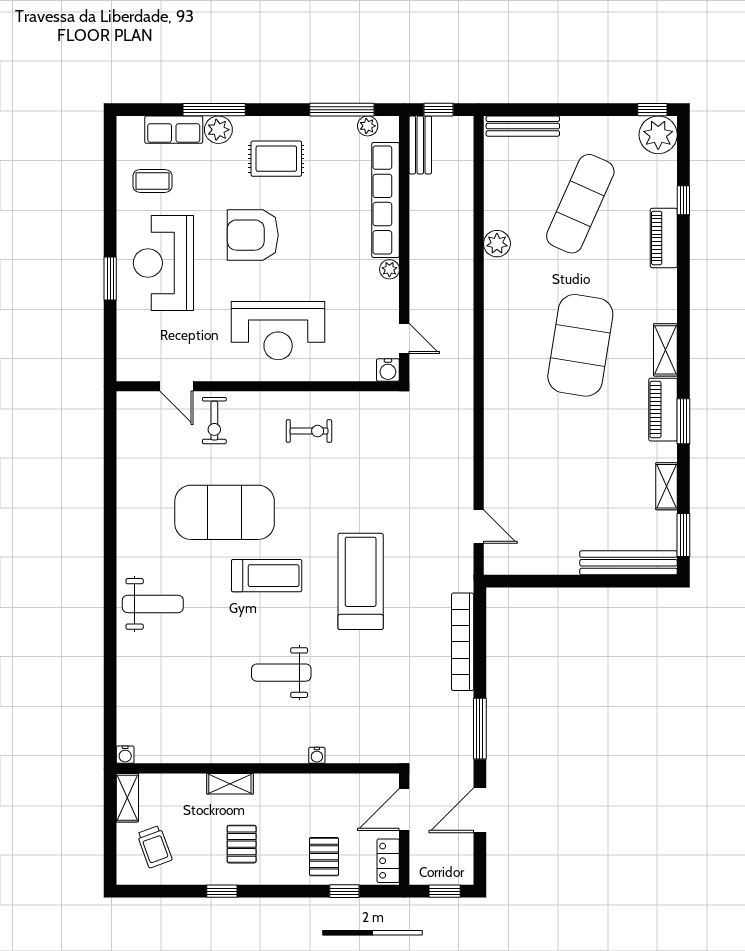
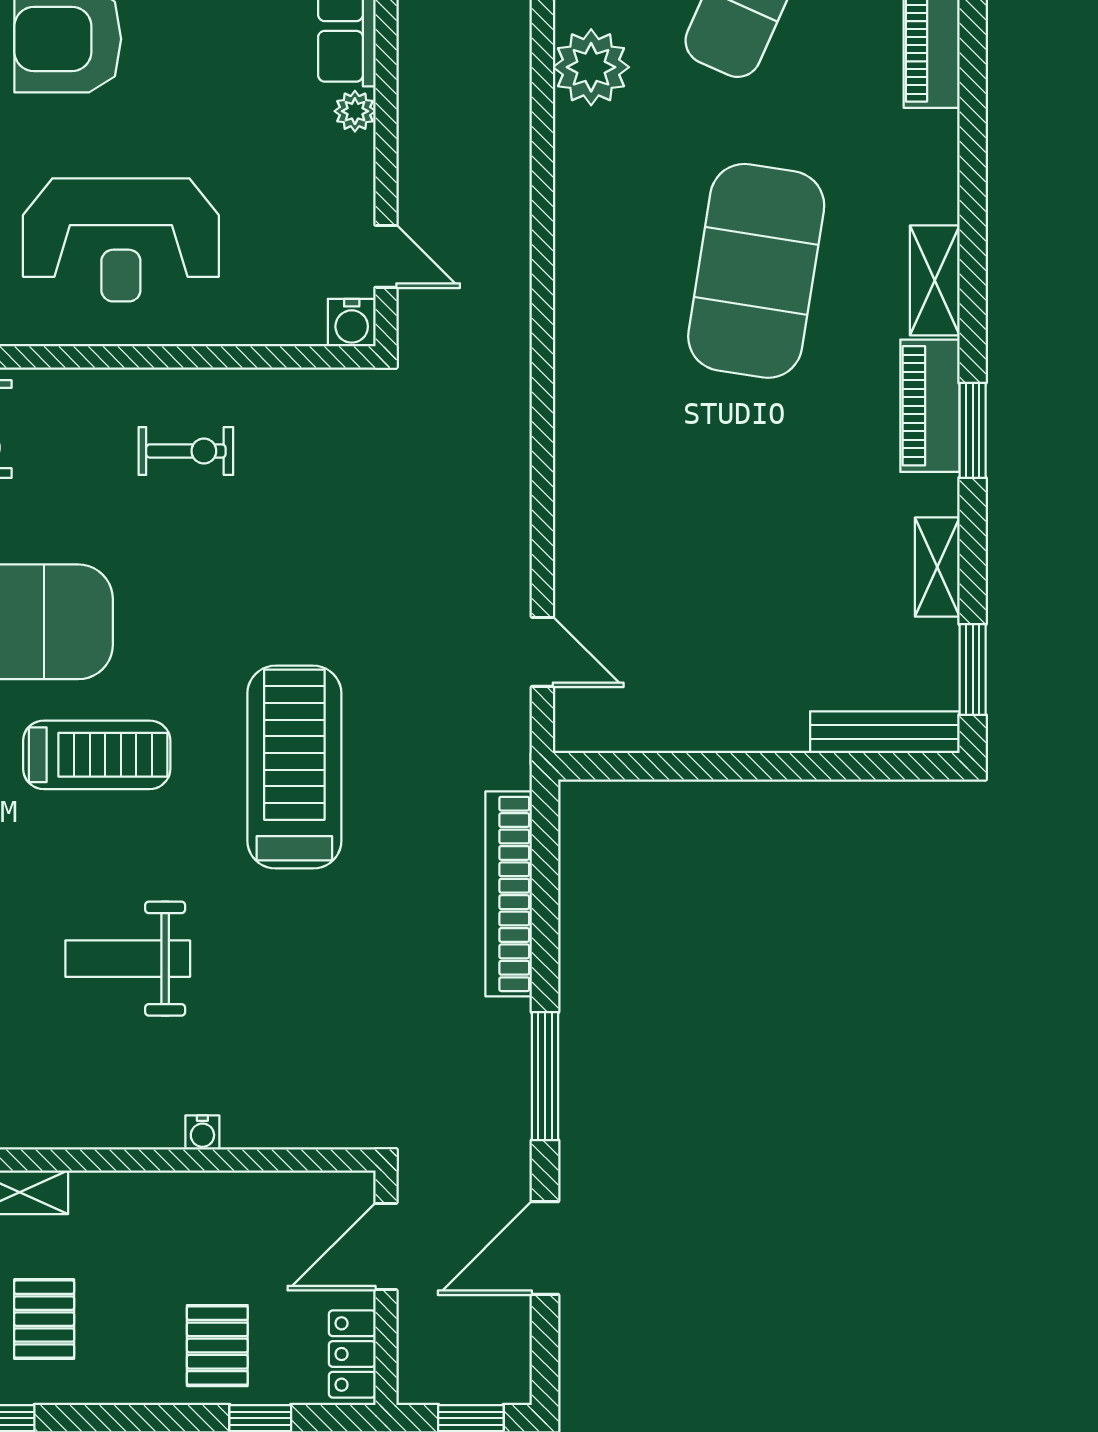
plant: (497, 244) -> (591, 67), width x1.36, depth x1.36
bench: (629, 563) -> (885, 732), width x0.73, depth x0.82

